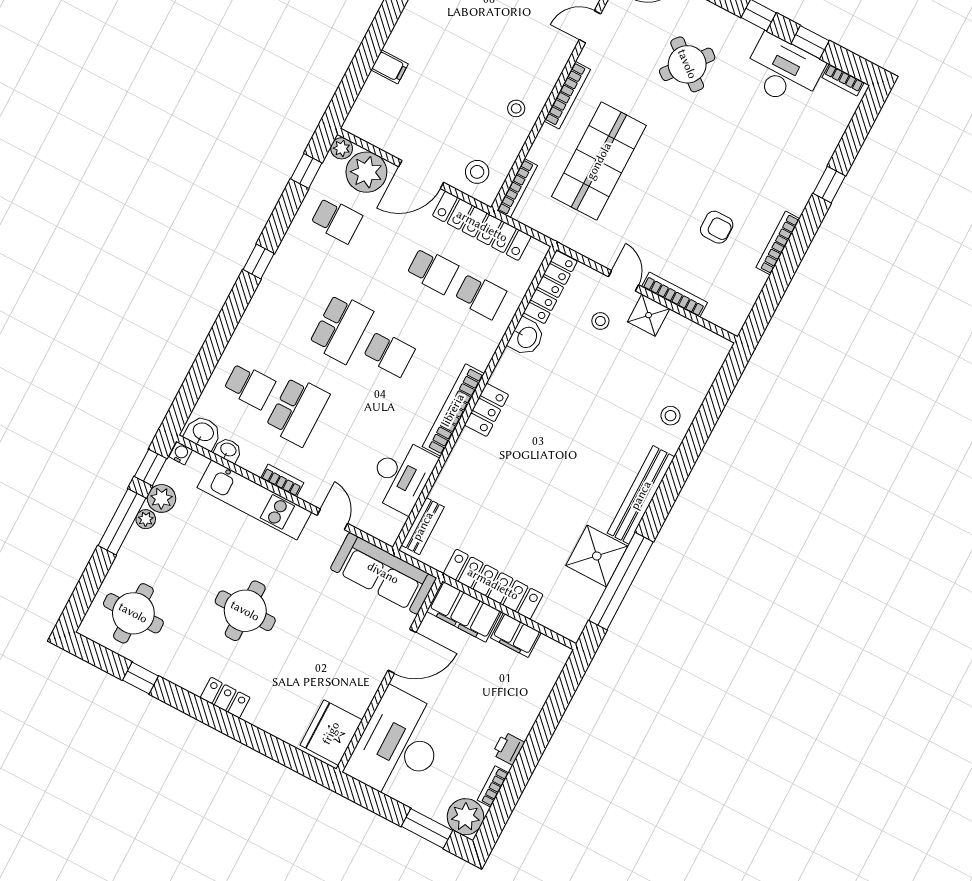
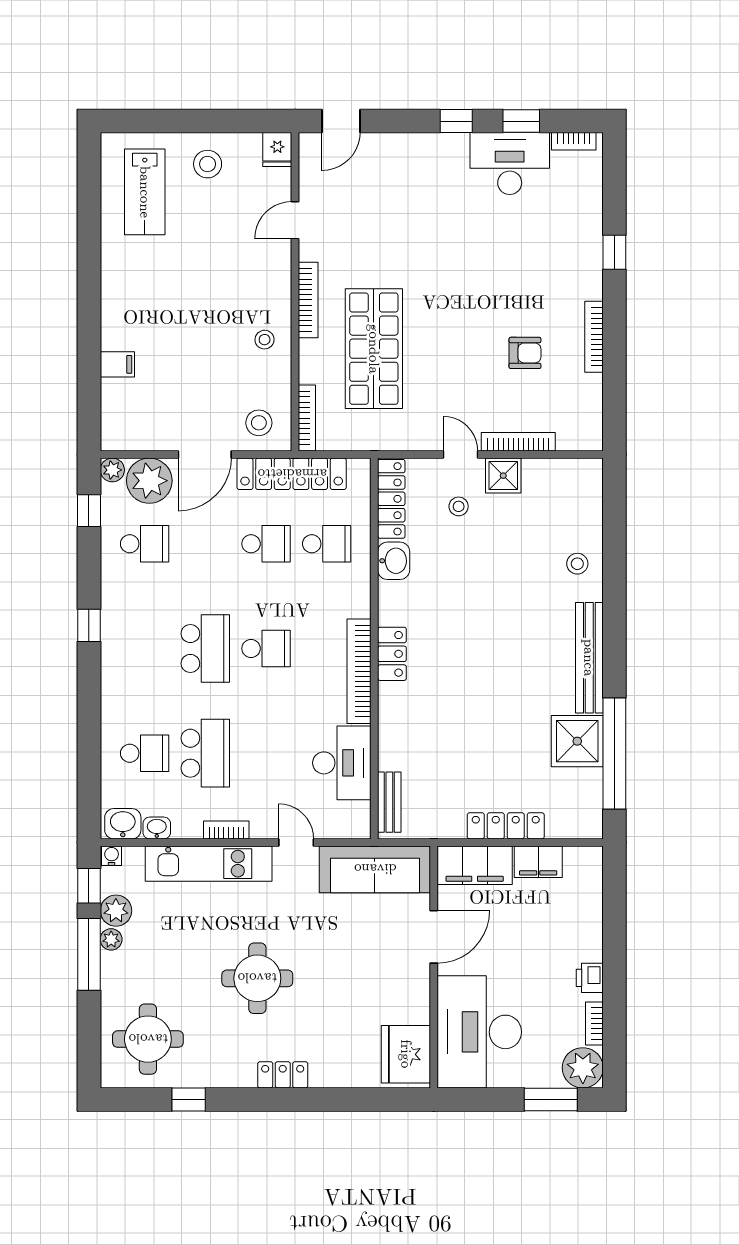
round table: (687, 64) -> (411, 207), removed
locker: (493, 584) -> (506, 826), width x0.71, depth x0.83

